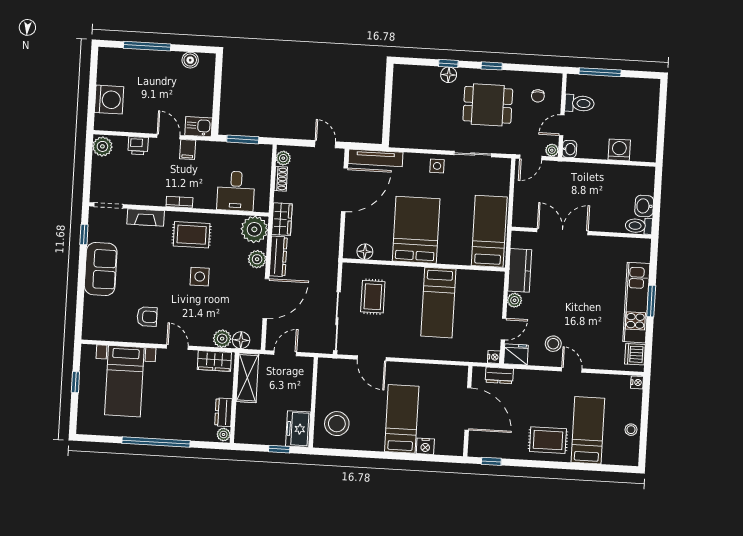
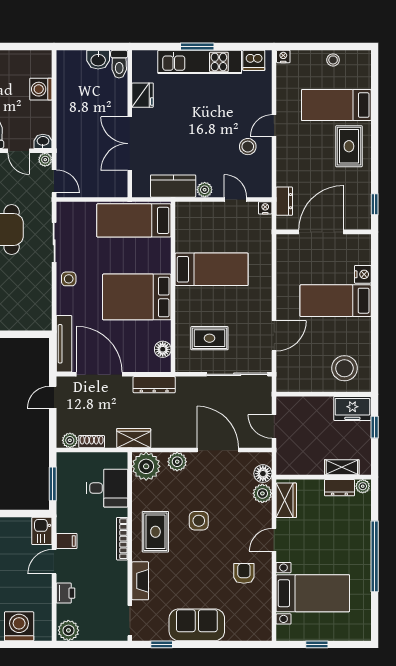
bookcase: (179, 202) -> (122, 539), width x1.56
dresser: (278, 256) -> (154, 385), moved, turned 180
fridge: (516, 354) -> (143, 95), moved, turned 180
shelving: (247, 378) -> (342, 467), moved, width x0.67, depth x0.75

